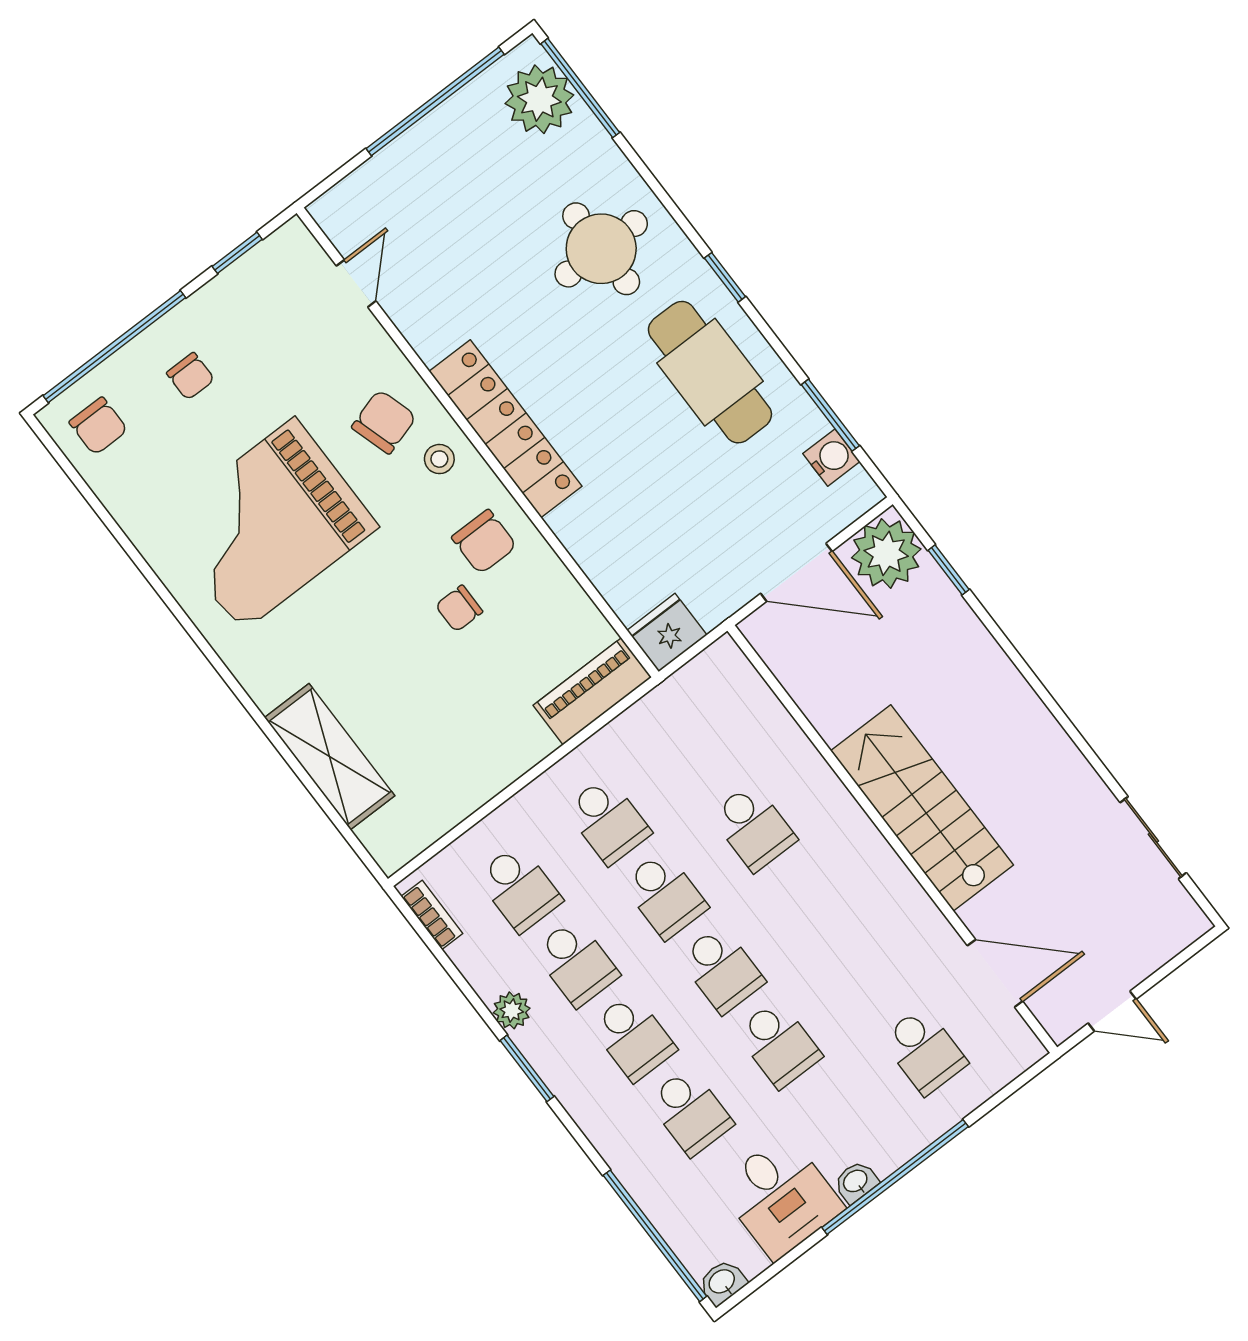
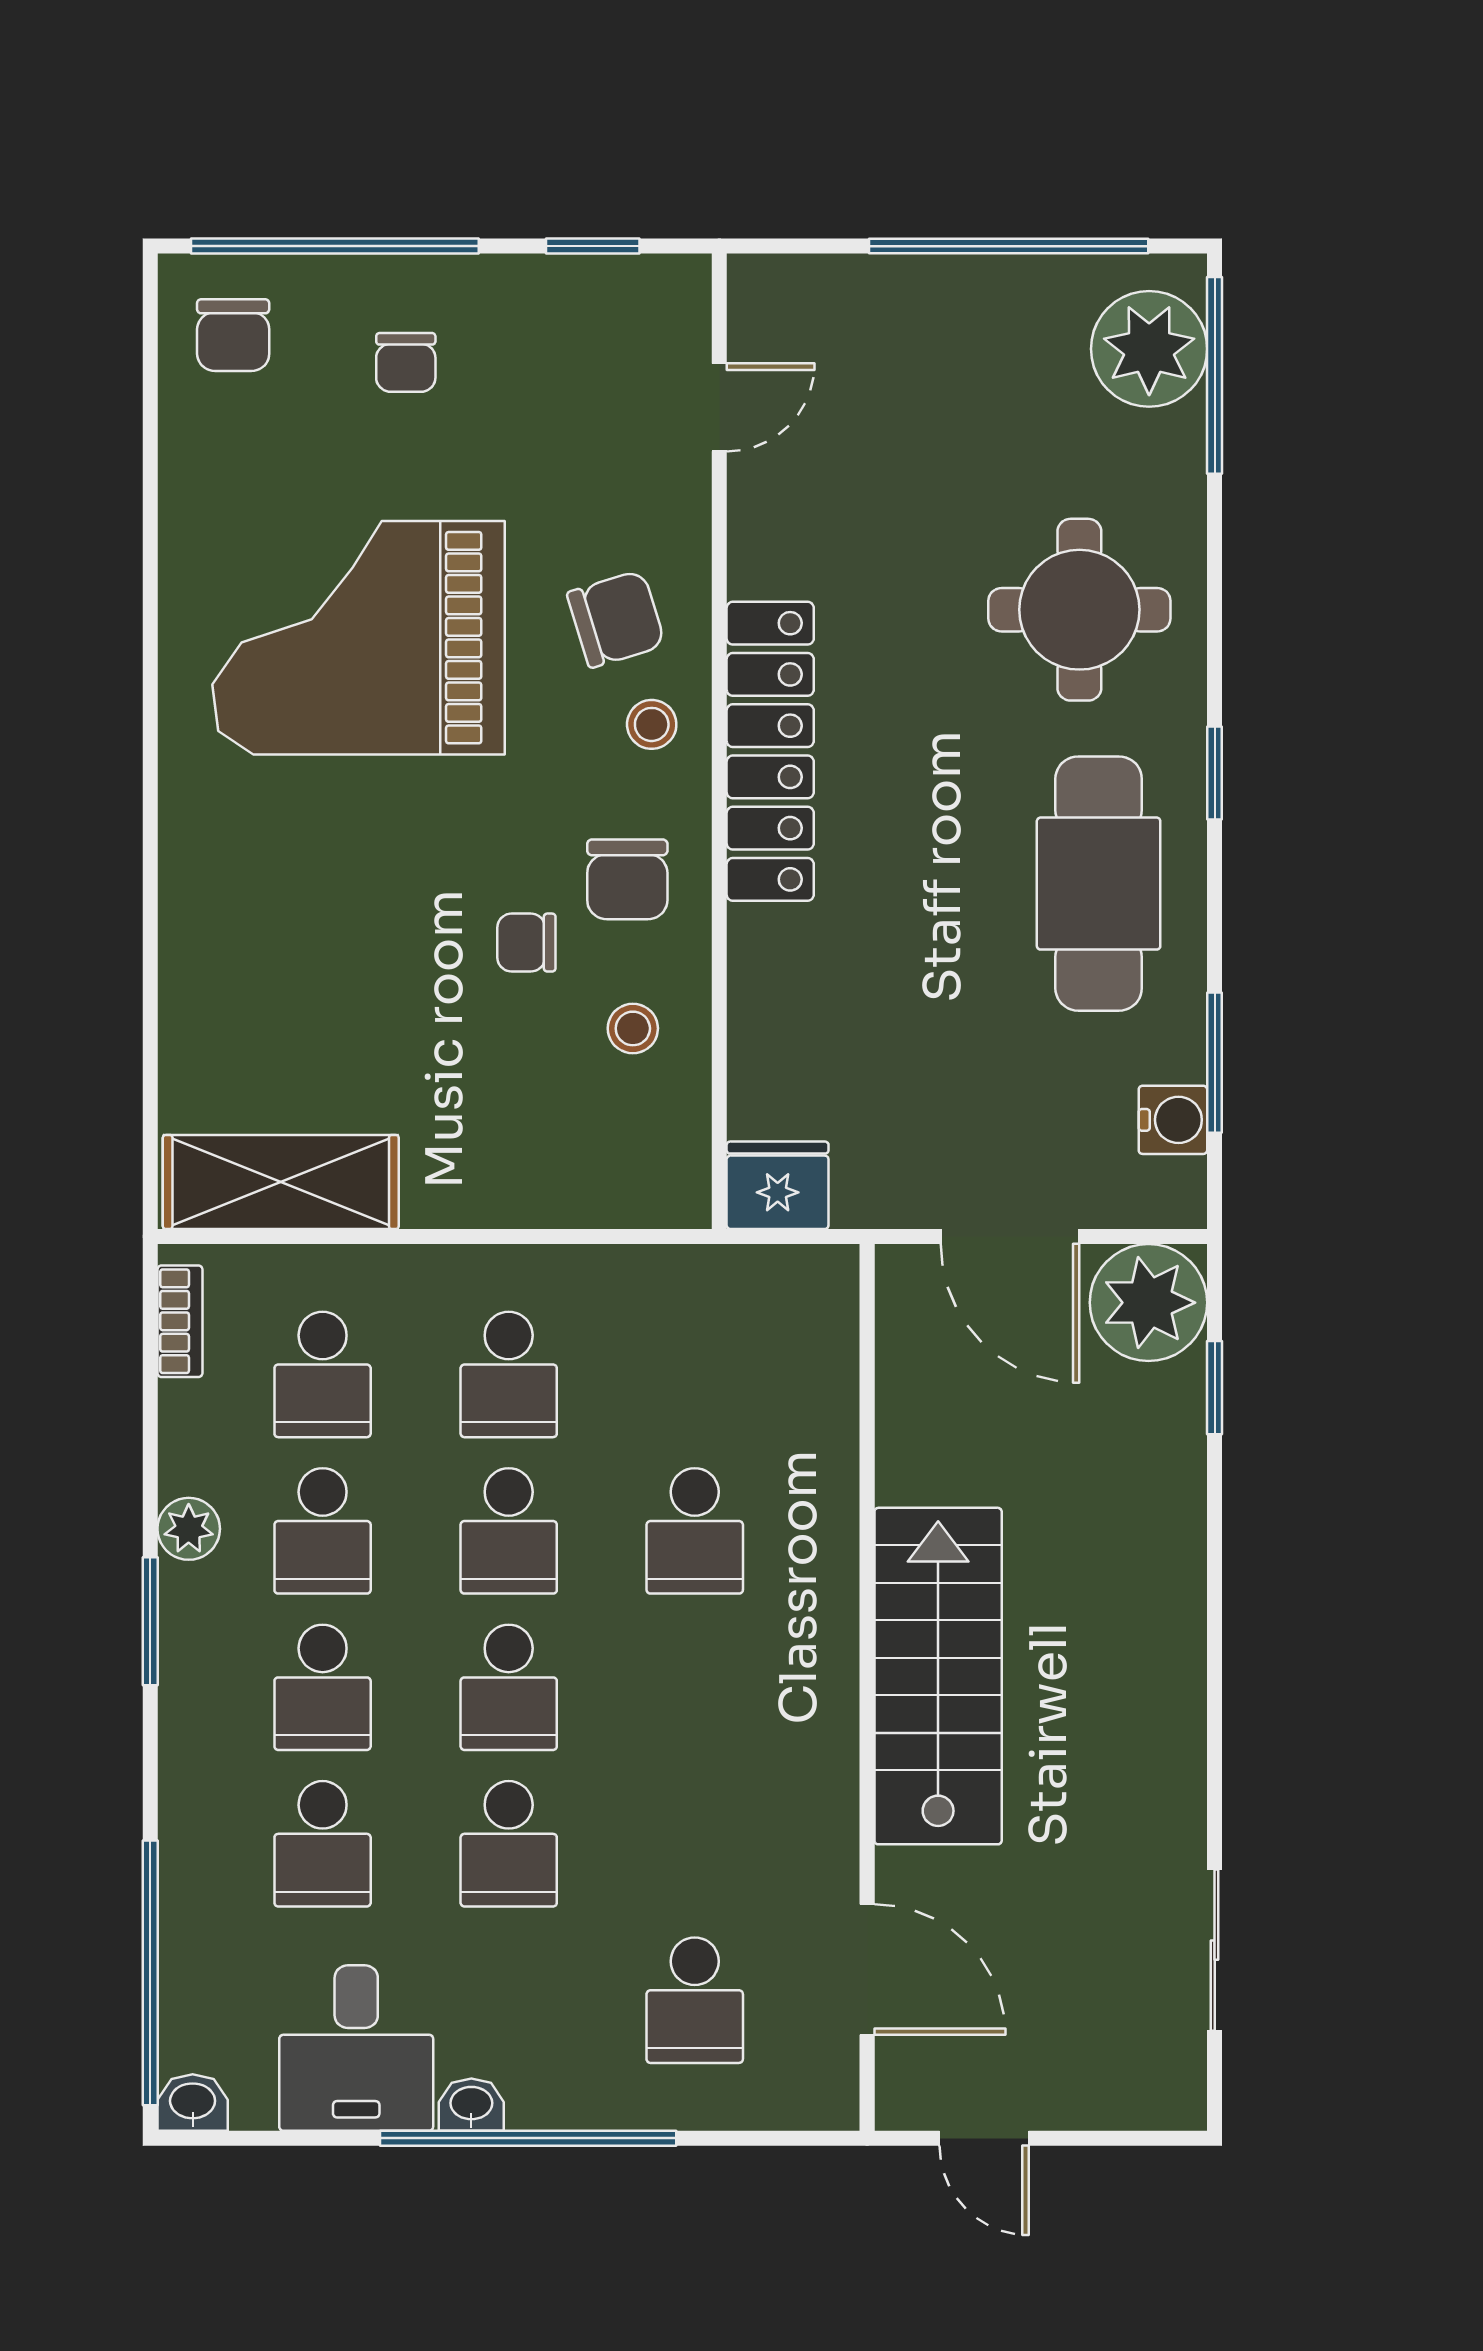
stool: (541, 611) -> (633, 1028), added
piano: (592, 691) -> (619, 1187), removed
shelving: (330, 757) -> (281, 1182), moved, turned 90

